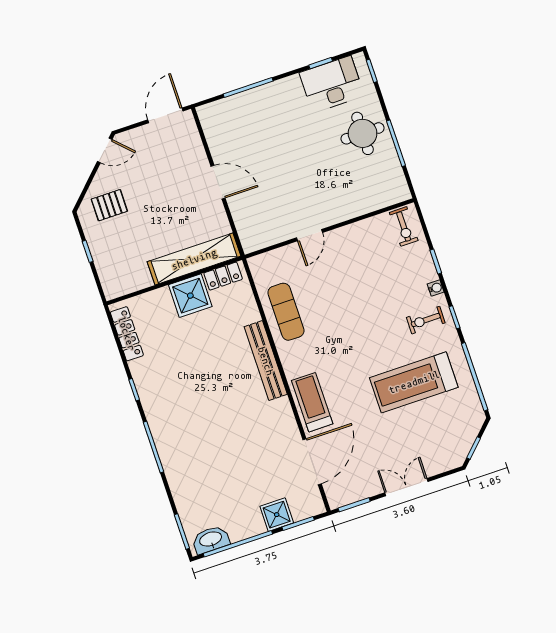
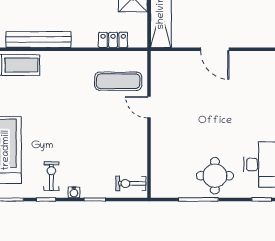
door: (218, 182) -> (215, 49), hinge flipped
locker: (223, 276) -> (113, 40), moved, turned 90
exercise mat: (286, 312) -> (118, 81), moved
bench: (266, 361) -> (38, 40), moved

